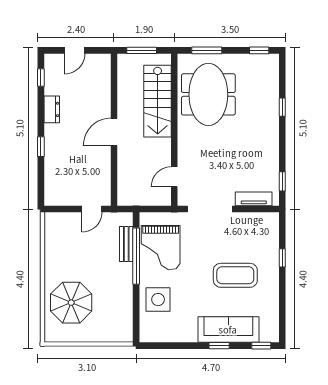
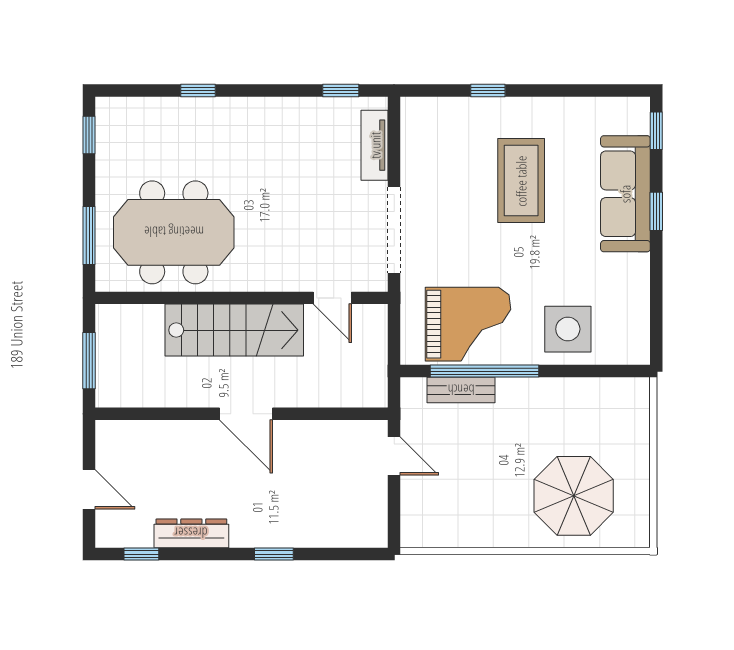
stairs: (158, 101) -> (234, 330), moved
dresser: (52, 109) -> (191, 533), width x1.44

